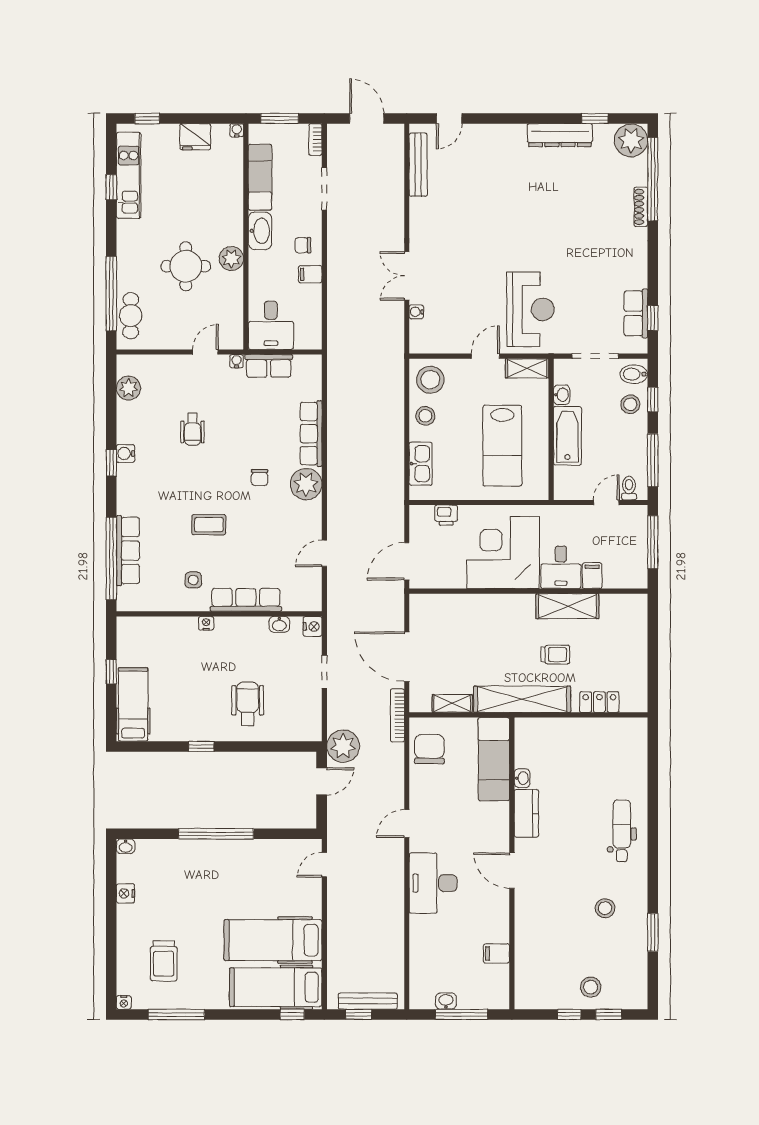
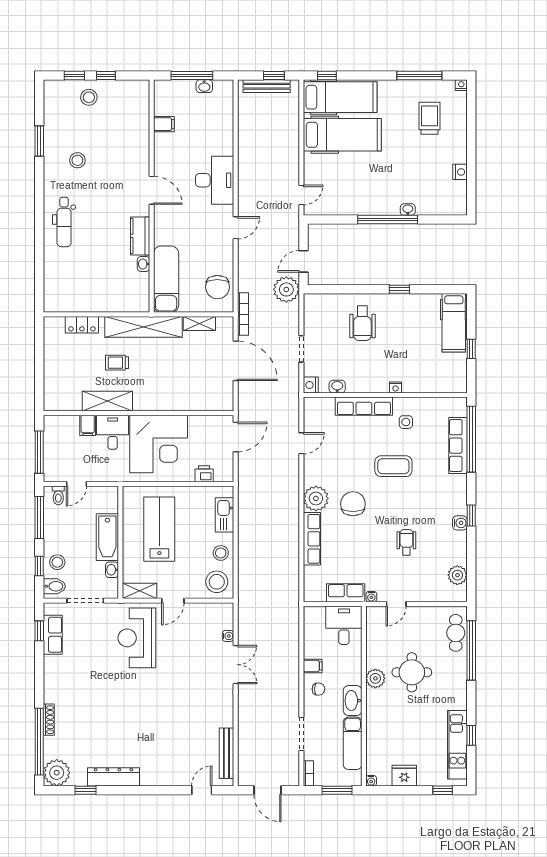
chair: (260, 478) -> (353, 504), width x1.87, depth x1.87
coffee table: (209, 525) -> (393, 466), width x1.36, depth x1.30
washbasin: (126, 846) -> (408, 210), moved

